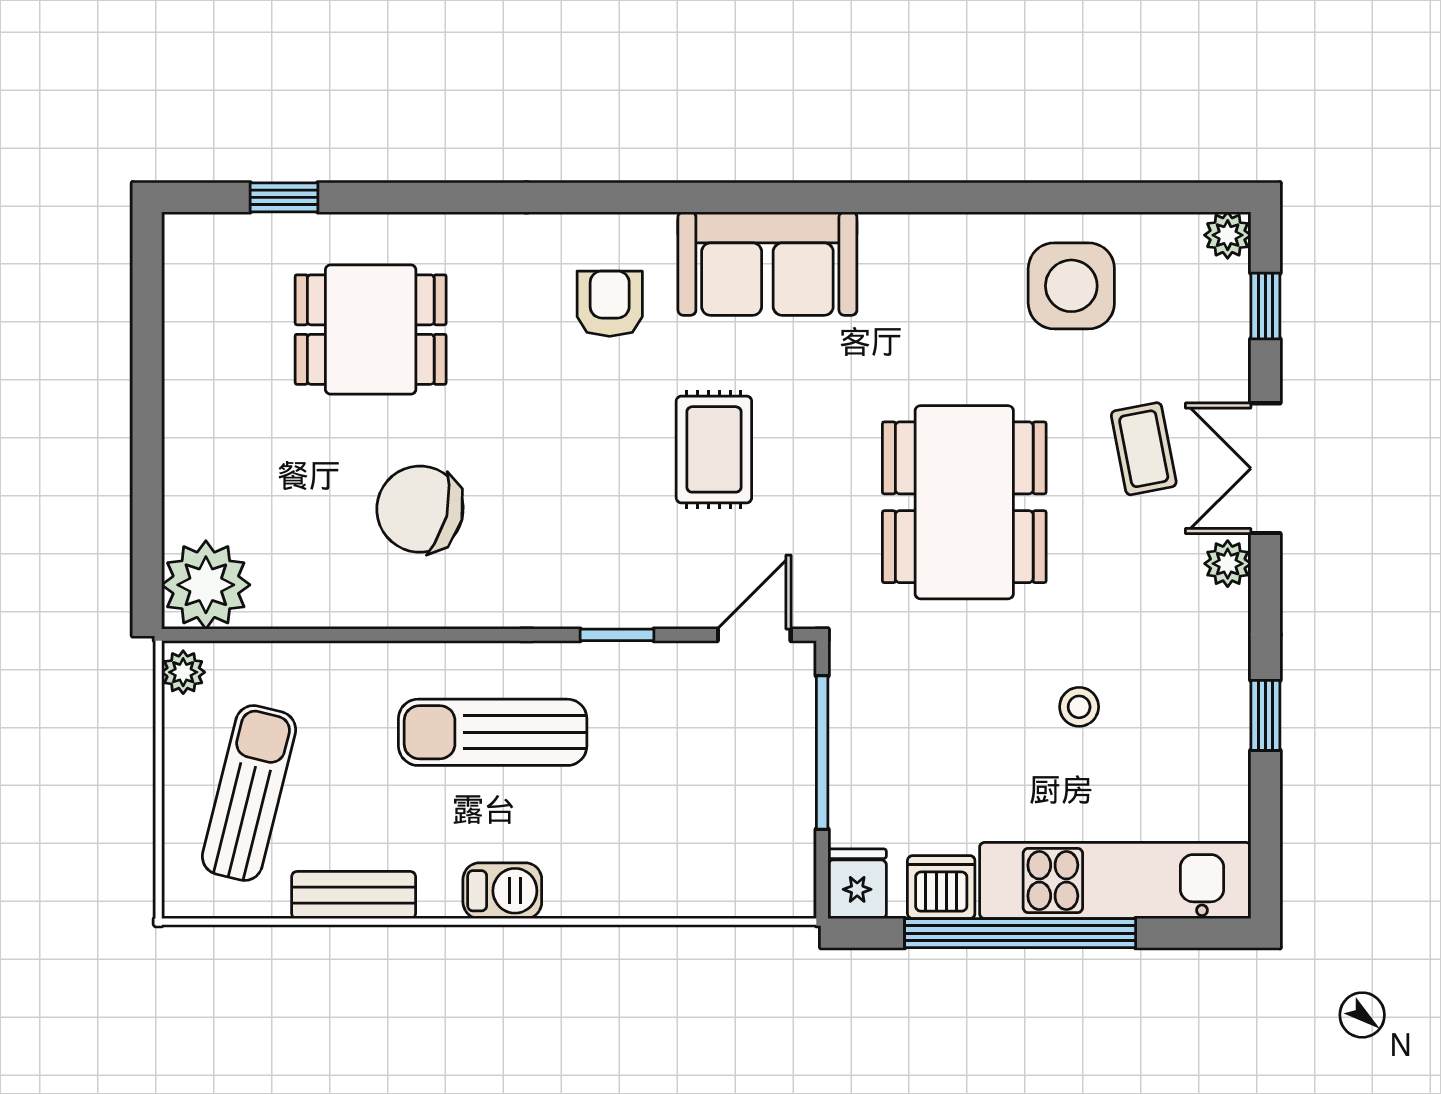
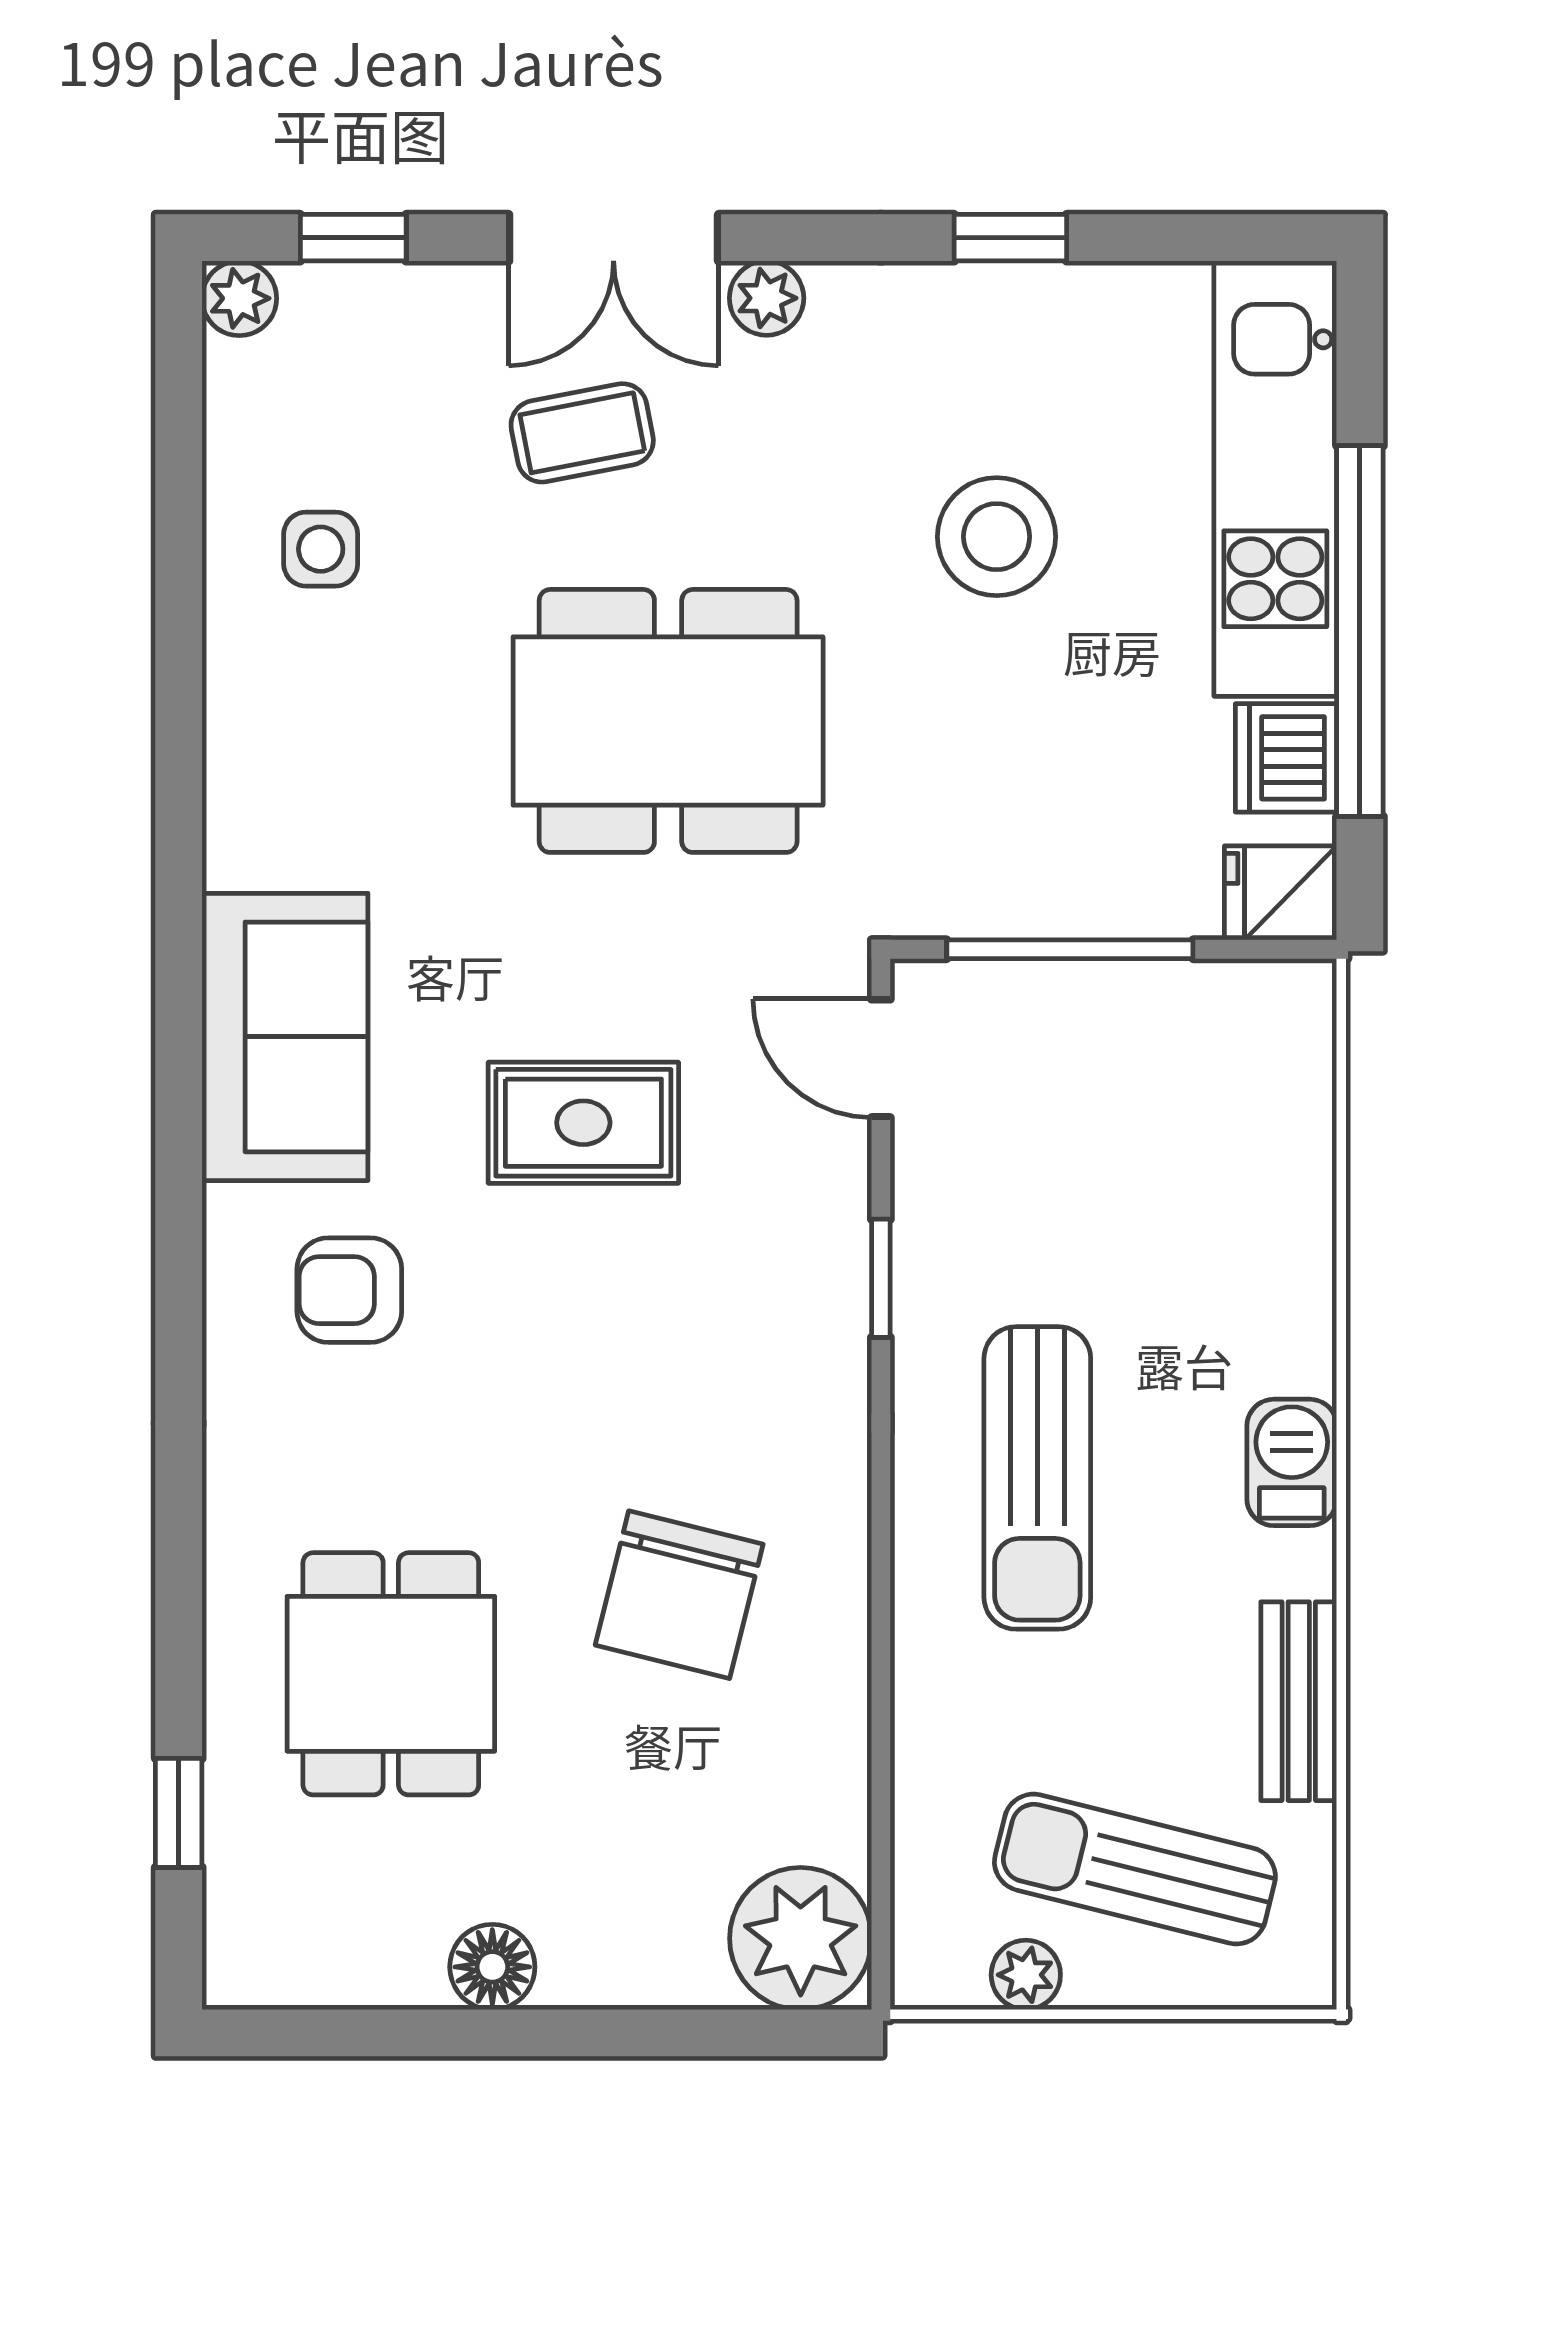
side table: (1071, 286) -> (321, 549), width x0.54, depth x0.54
floor lamp: (188, 393) -> (492, 1967), added
plant: (183, 672) -> (1026, 1975), moved
stool: (1079, 707) -> (997, 537), width x1.89, depth x1.89

